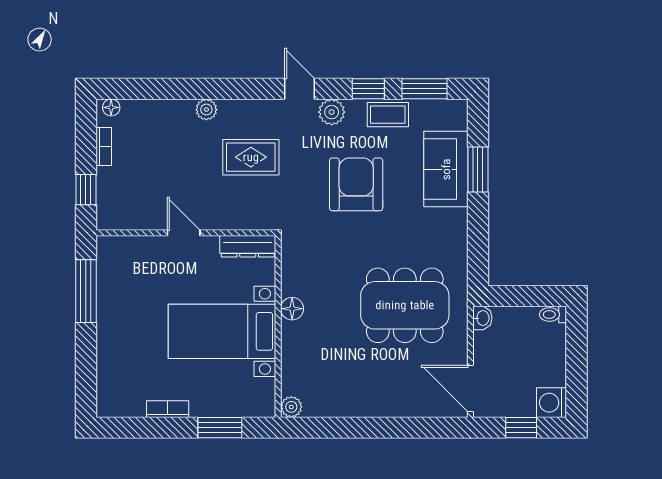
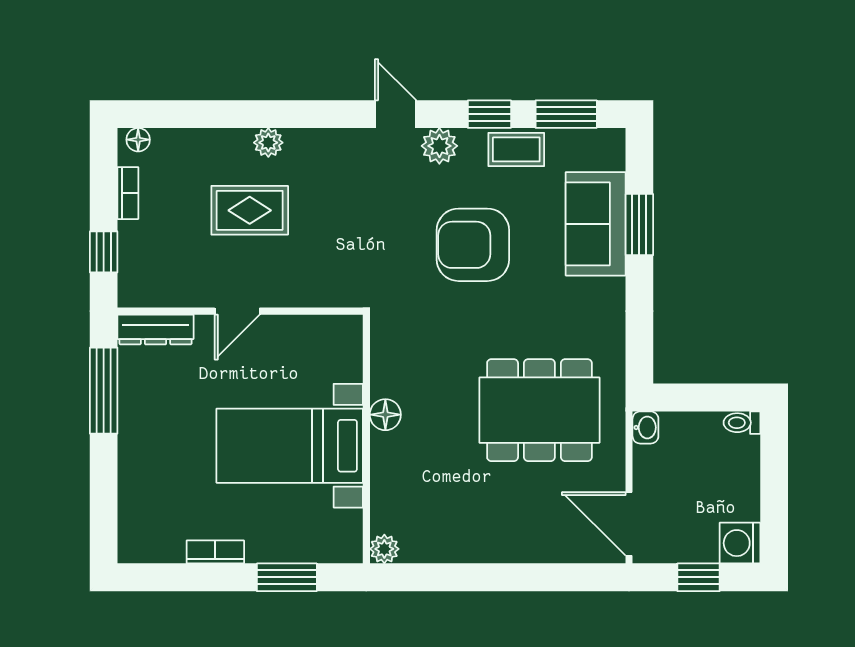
rug: (251, 157) -> (250, 210), moved
armchair: (356, 184) -> (473, 245), turned -90
door: (184, 233) -> (237, 311), swing flipped
dresser: (248, 246) -> (156, 330), moved

